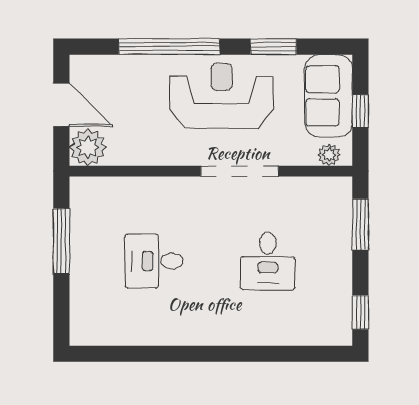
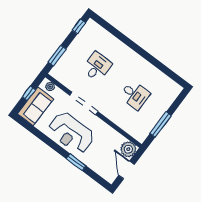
window: (169, 47) -> (76, 162), width x0.47
window: (274, 47) -> (42, 136), removed

